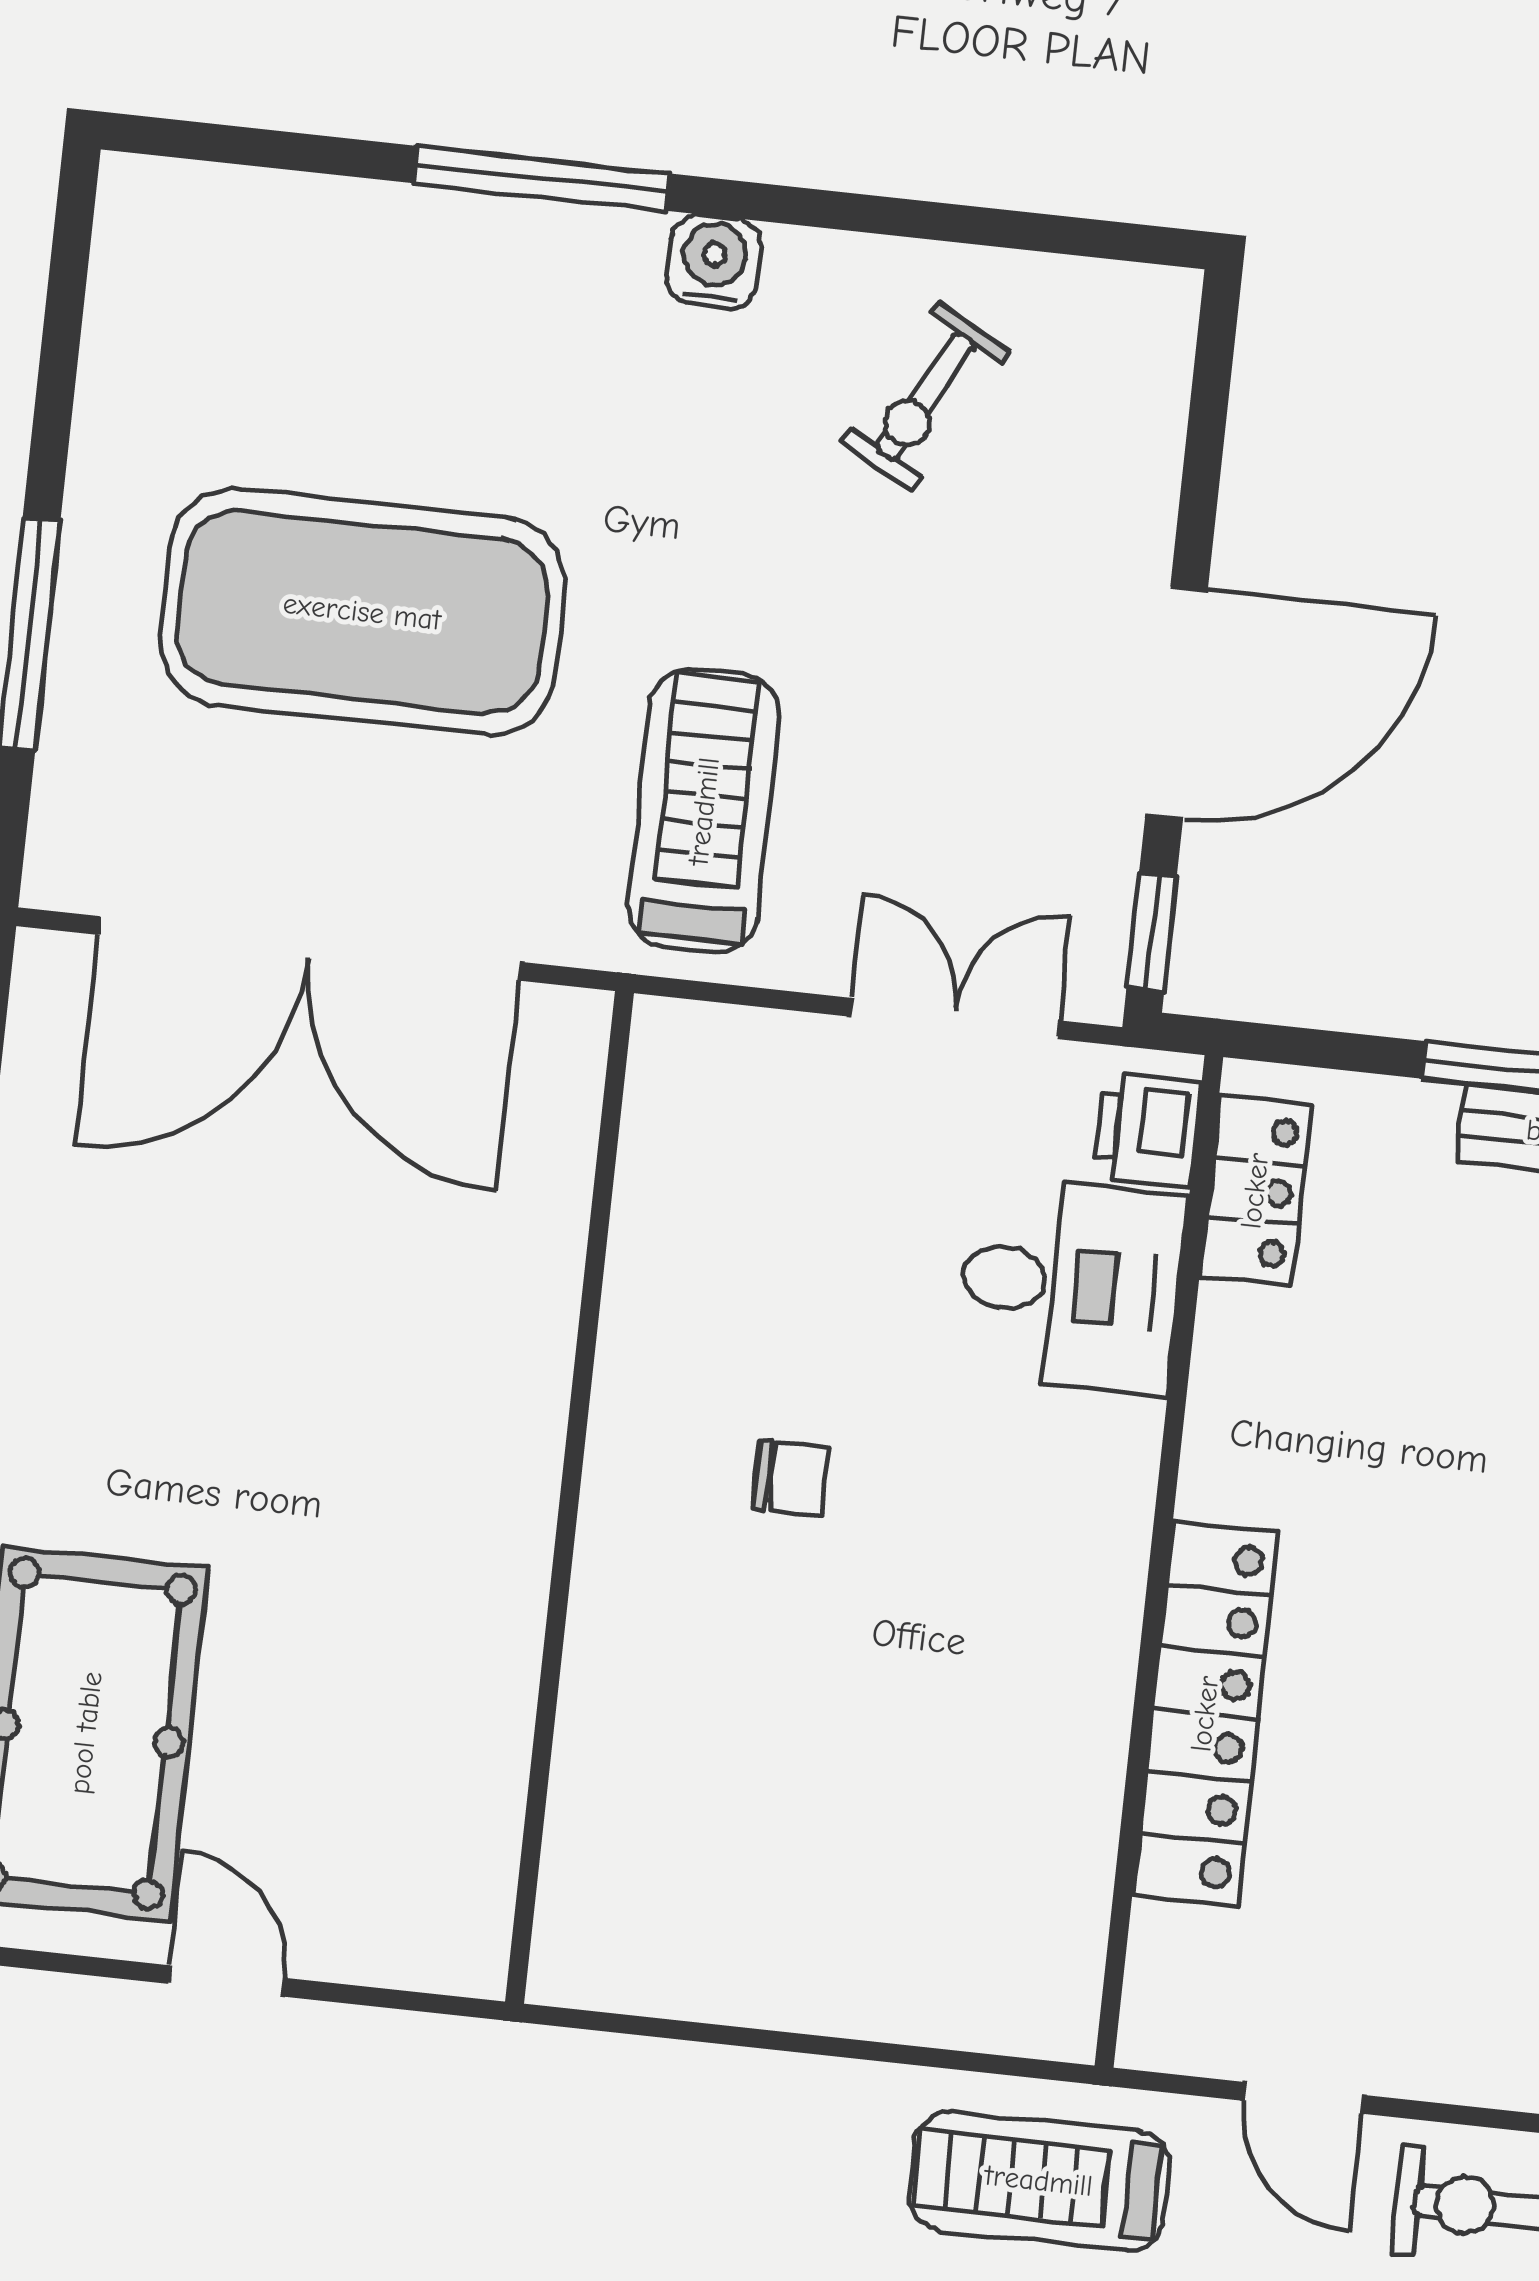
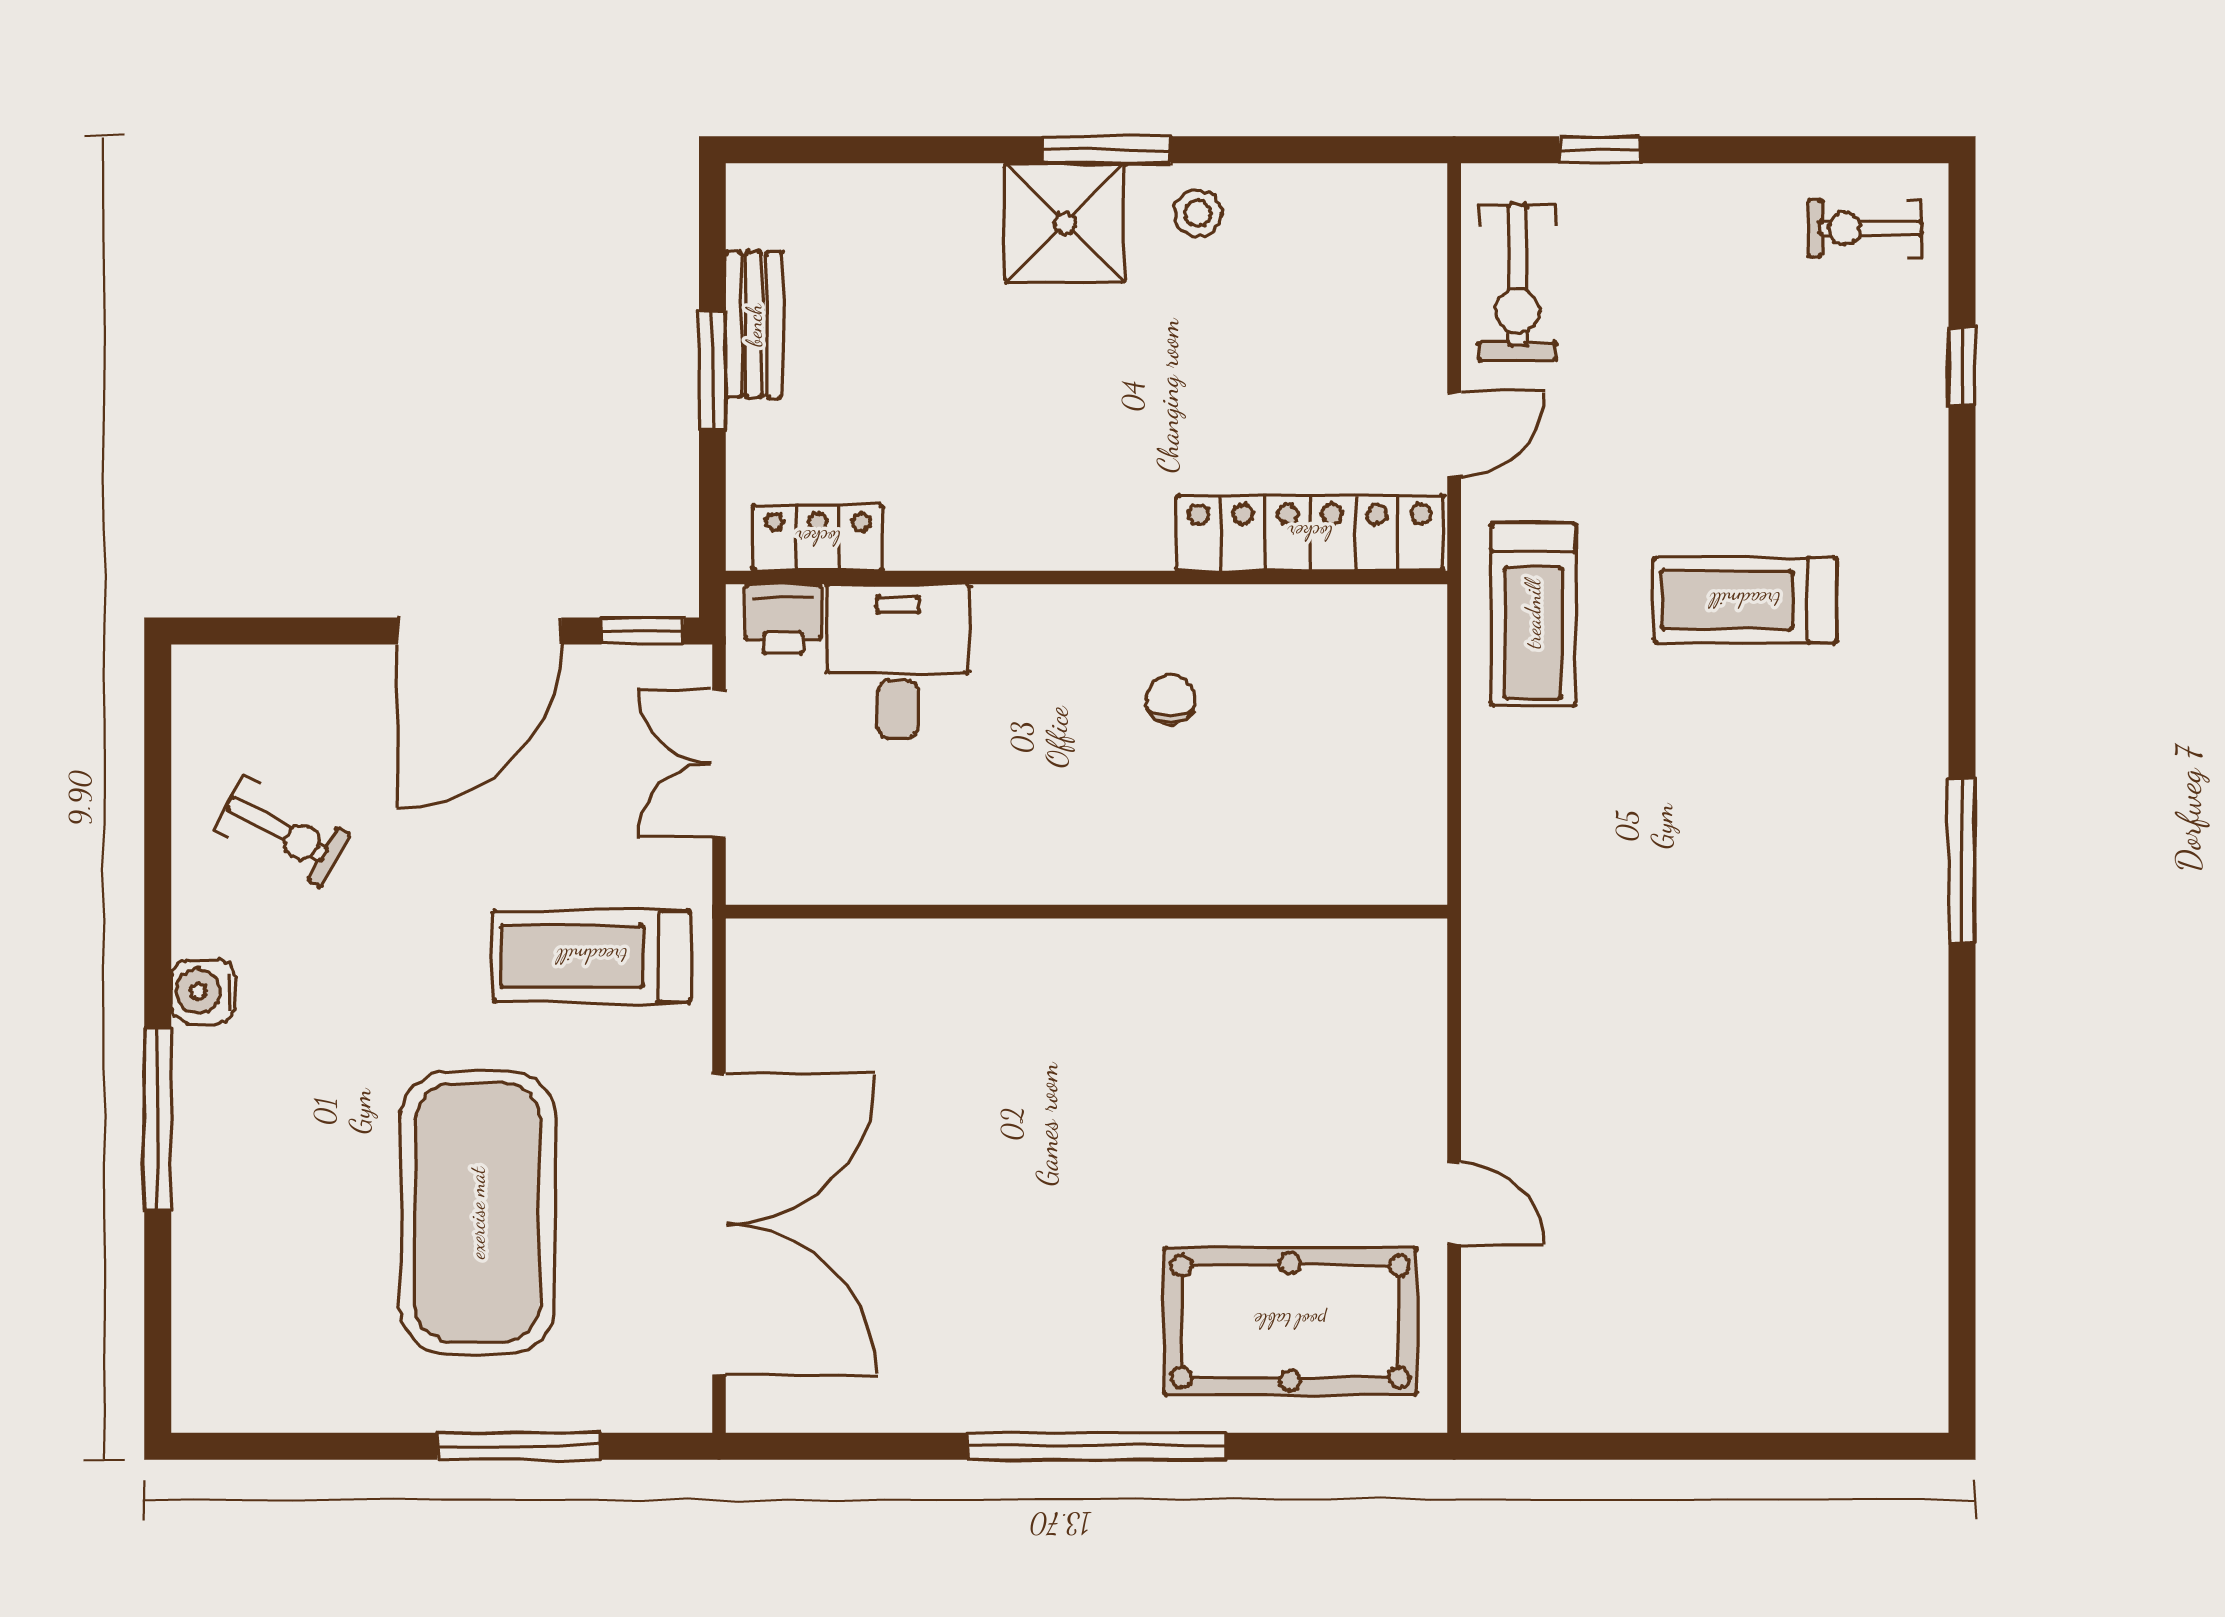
door: (1177, 703) -> (479, 631), swing flipped
chair: (790, 1478) -> (1170, 700), moved
wall: (570, 1497) -> (1087, 912), moved
locker: (1205, 1714) -> (1310, 533), moved
door: (227, 1981) -> (1454, 1203), swing flipped

